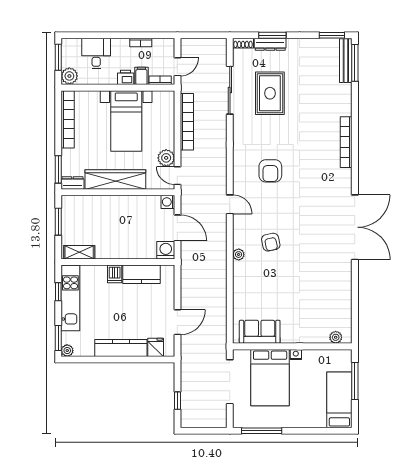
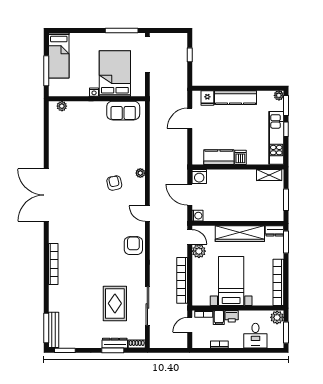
armchair: (270, 171) -> (133, 246), moved
window: (58, 292) -> (286, 129), moved
doorway: (230, 382) -> (147, 55), moved

